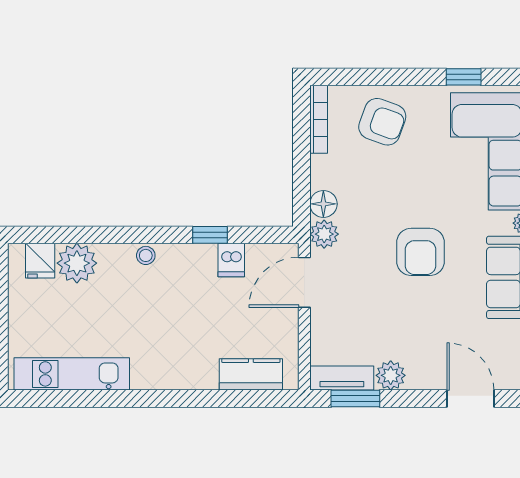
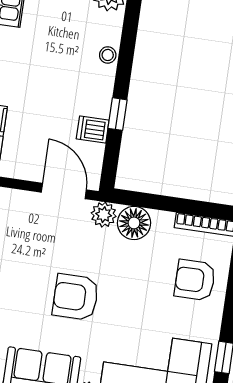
armchair: (382, 122) -> (195, 280), turned 70
floor lamp: (323, 204) -> (134, 223), width x1.38, depth x1.38

